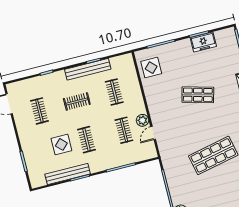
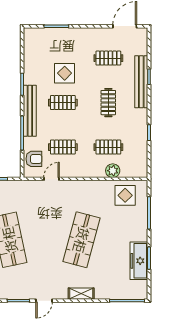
freezer: (203, 42) -> (139, 261), width x1.40
bench: (88, 69) -> (141, 82), moved
shop shelf: (198, 95) -> (82, 240), width x1.43, depth x1.36
plant: (142, 120) -> (113, 171), moved
door: (153, 133) -> (52, 179), hinge flipped
armchair: (140, 152) -> (34, 159), added
bench: (68, 174) -> (30, 111), moved

